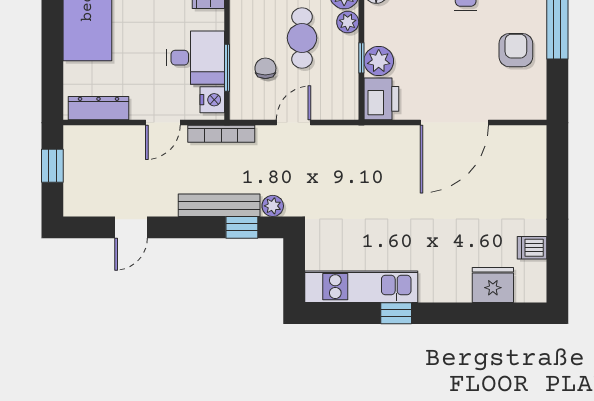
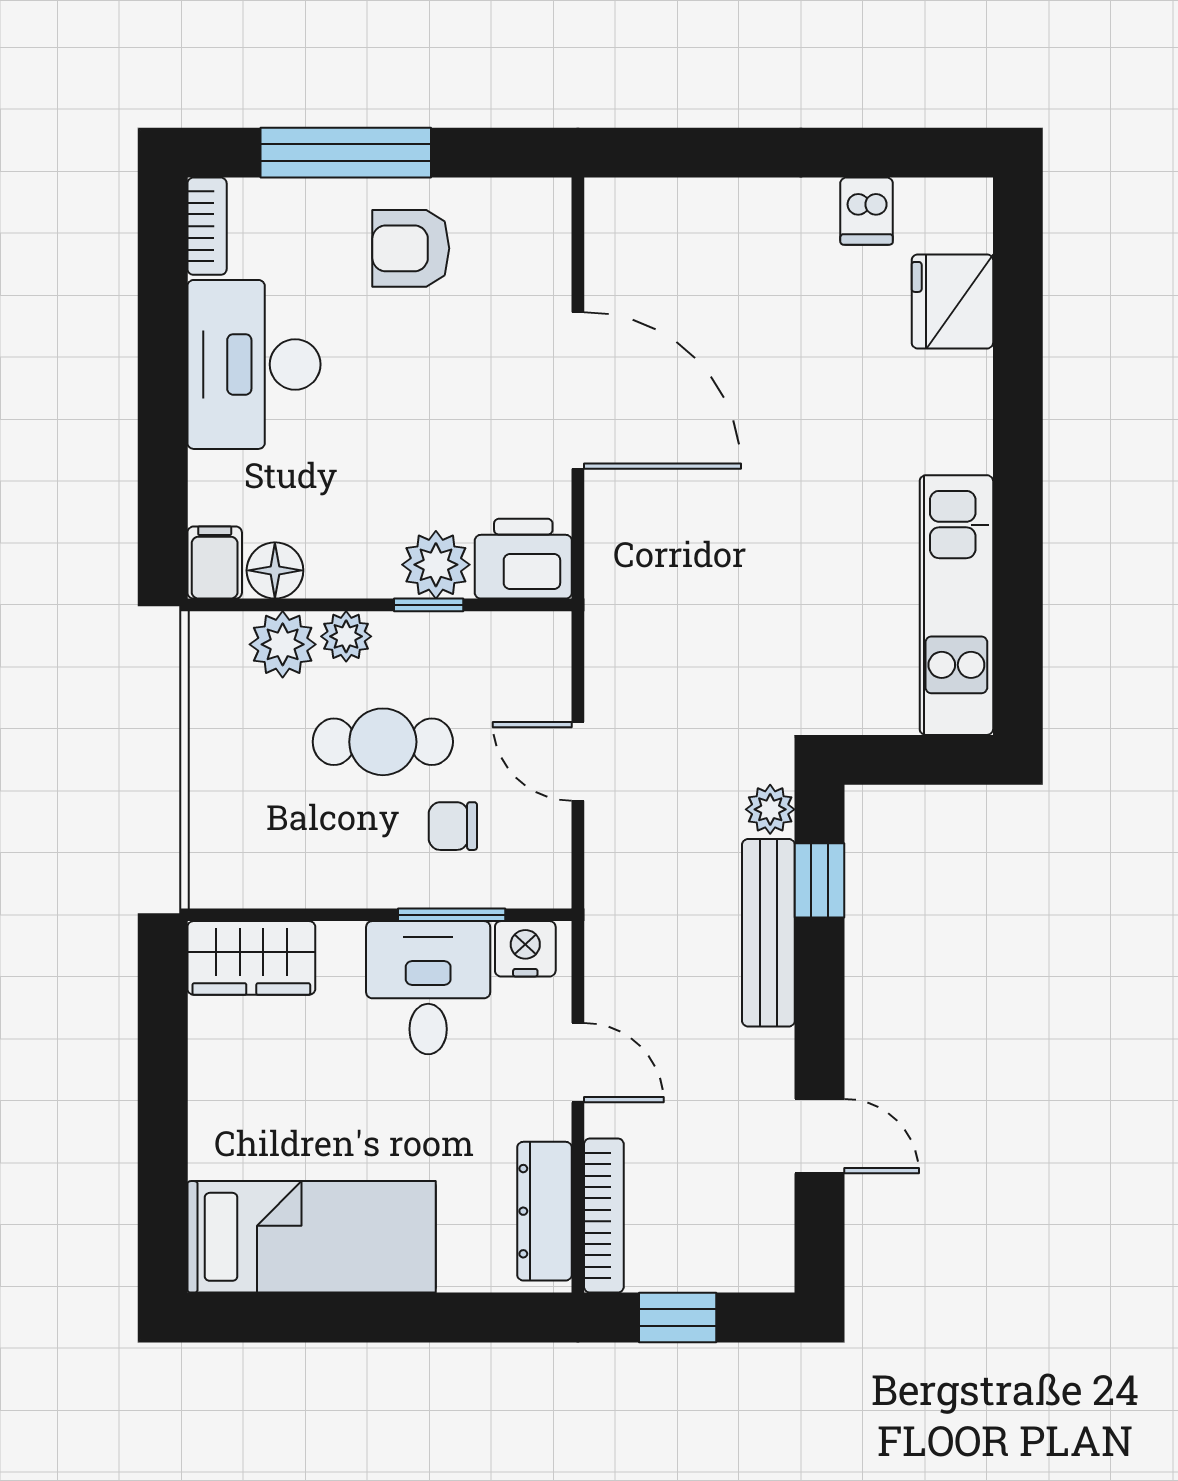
bookcase: (221, 134) -> (604, 1215), moved
window: (396, 313) -> (1018, 525), removed

